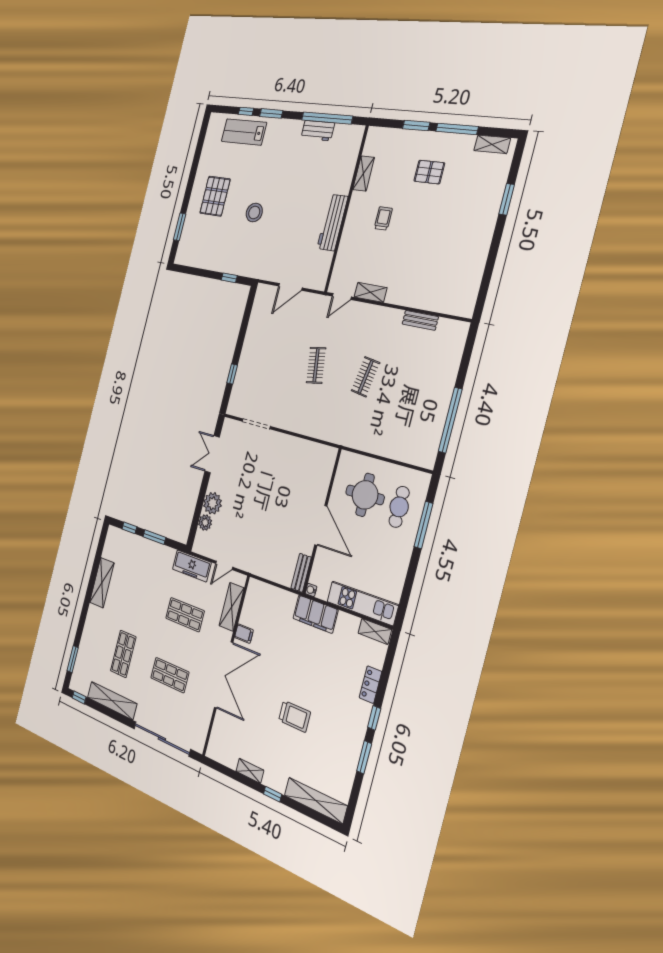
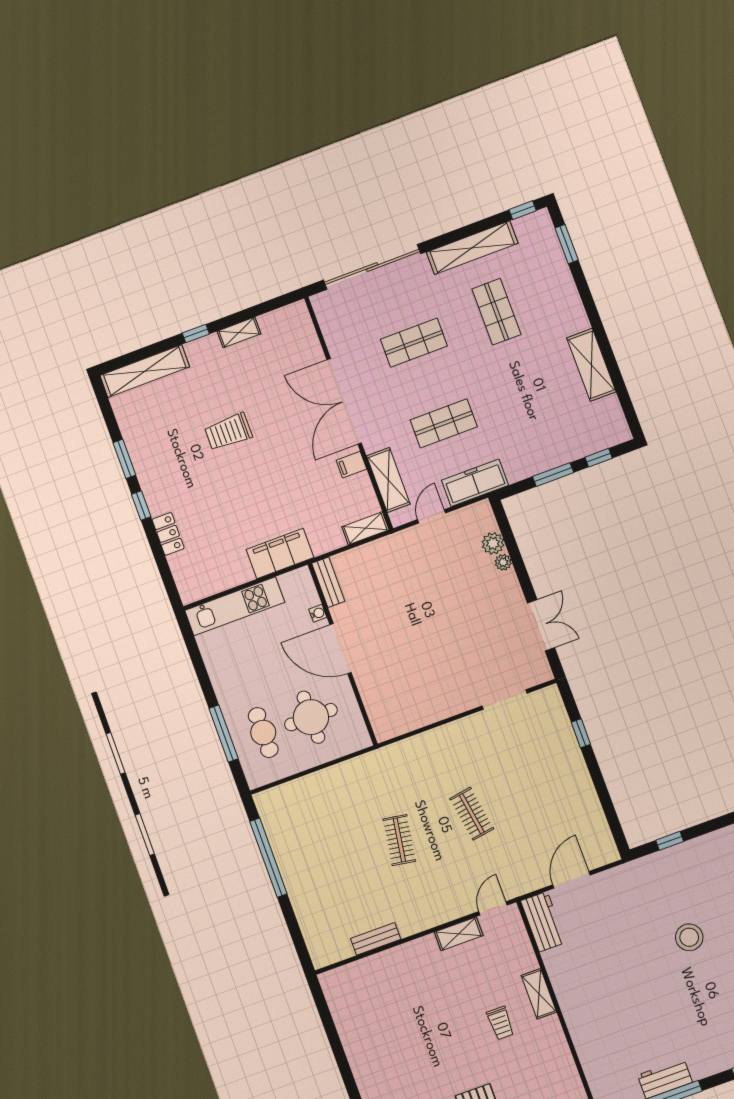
shelving: (364, 174) -> (539, 994), moved
workbench: (332, 223) -> (543, 922), moved, width x0.73
plant: (213, 503) -> (503, 562), width x0.53, depth x0.53
water cooler: (311, 590) -> (318, 613), moved
shelving: (375, 631) -> (365, 528), moved

